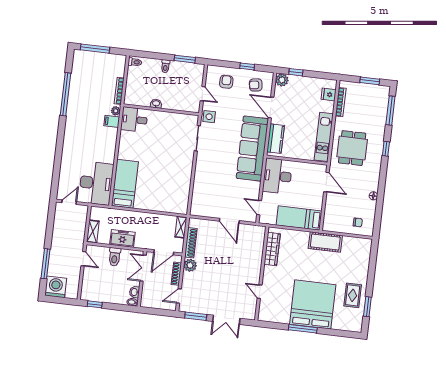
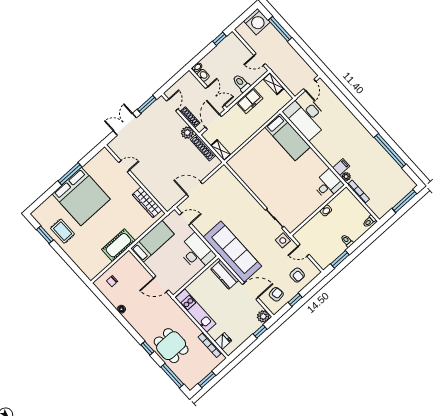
dining table: (352, 148) -> (171, 346), moved

